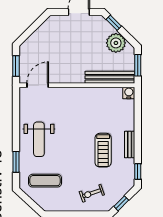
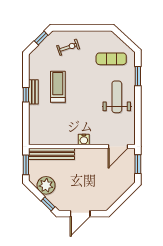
water cooler: (129, 93) -> (84, 139), moved
window: (138, 171) -> (26, 95), moved

